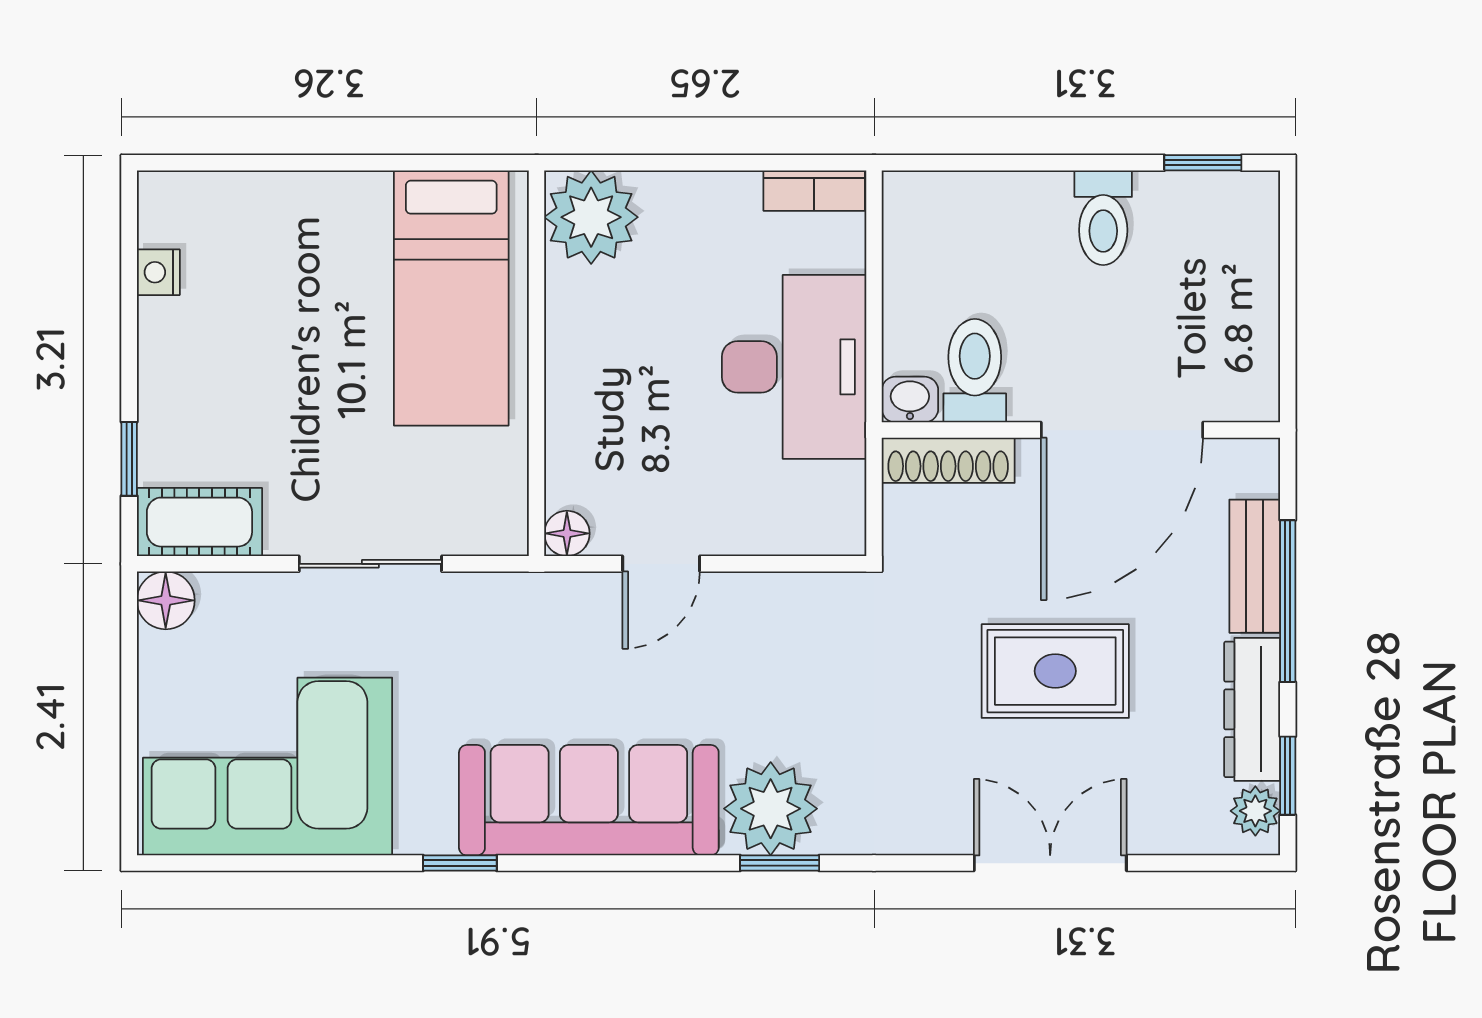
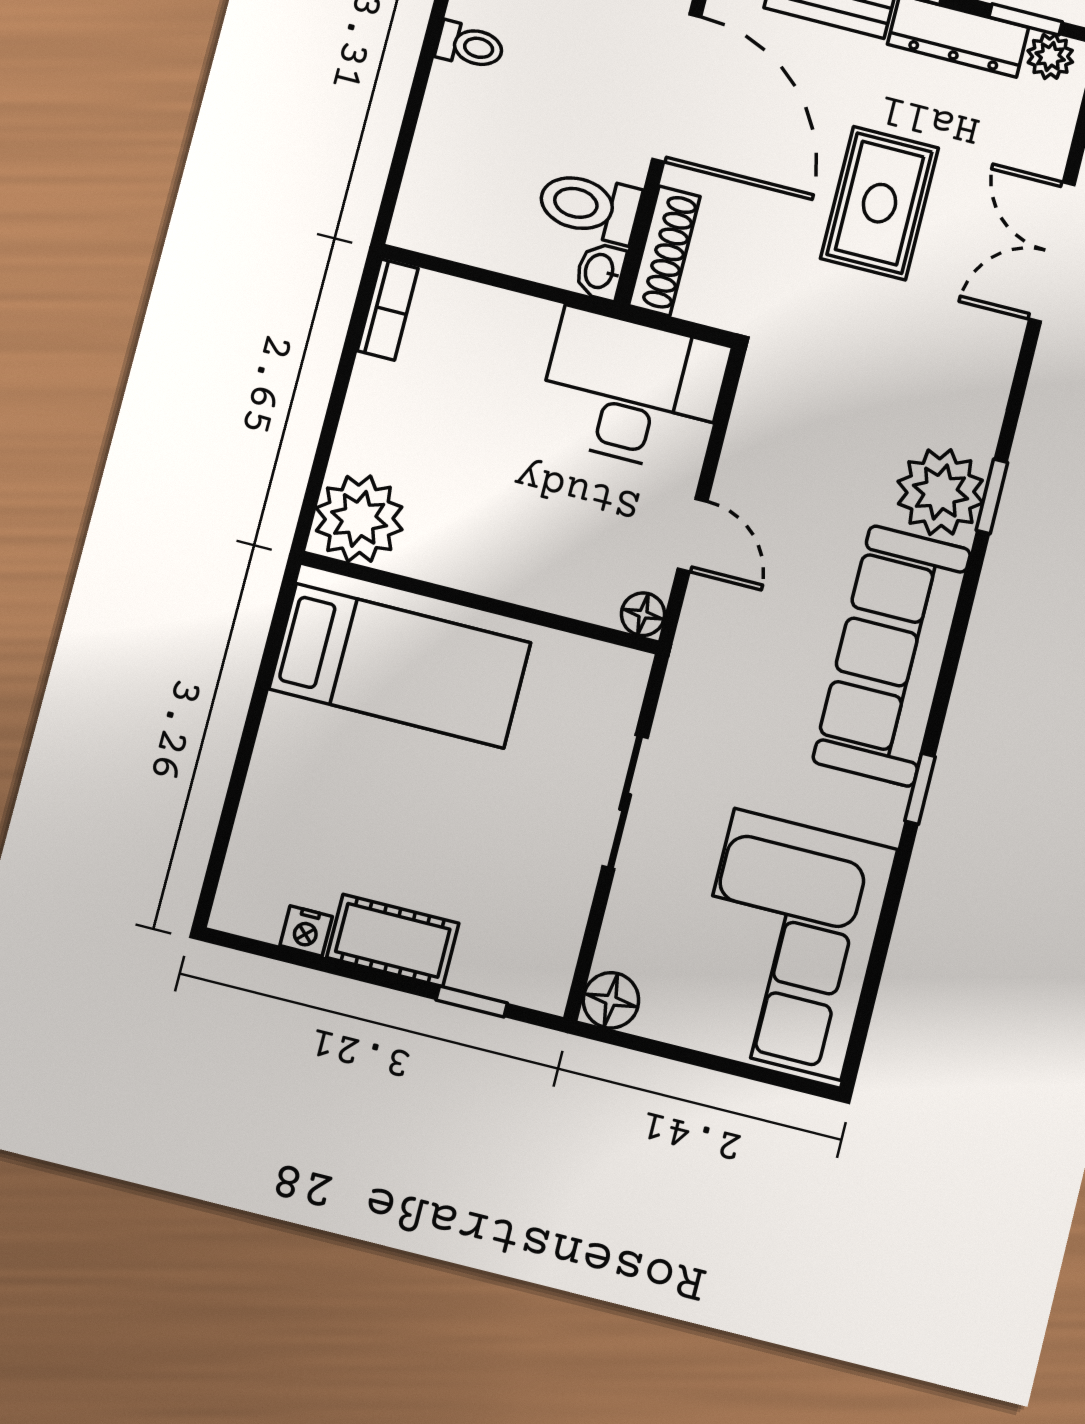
toilet: (1103, 218) -> (470, 46), width x0.73, depth x0.72
desk: (794, 367) -> (632, 391), moved
cot: (199, 522) -> (393, 940), moved, turned 90

